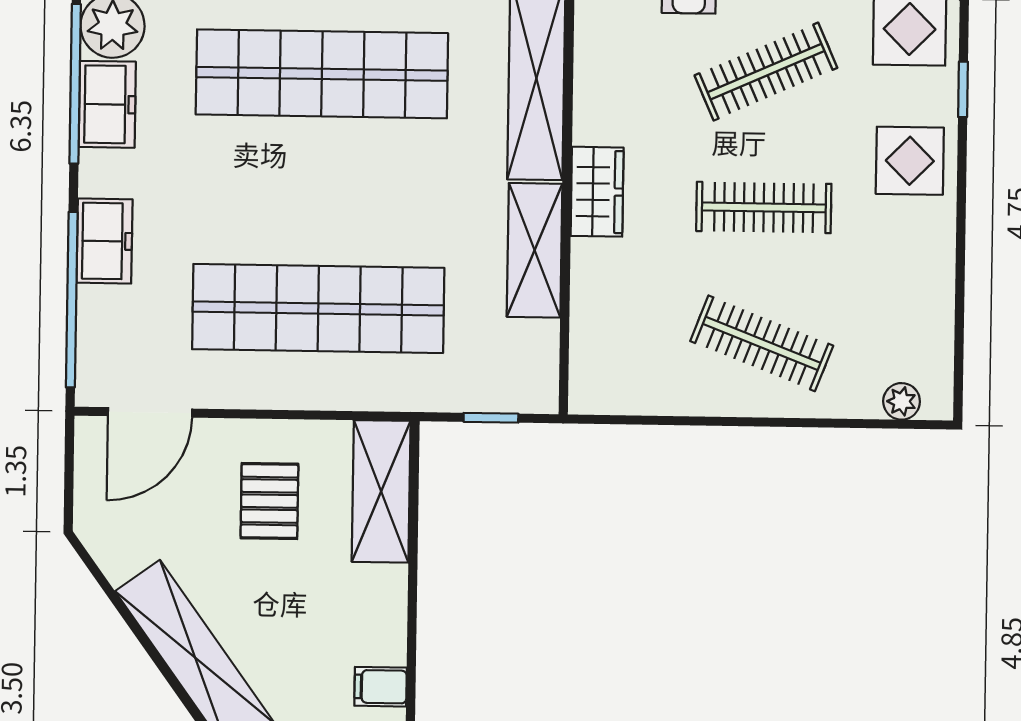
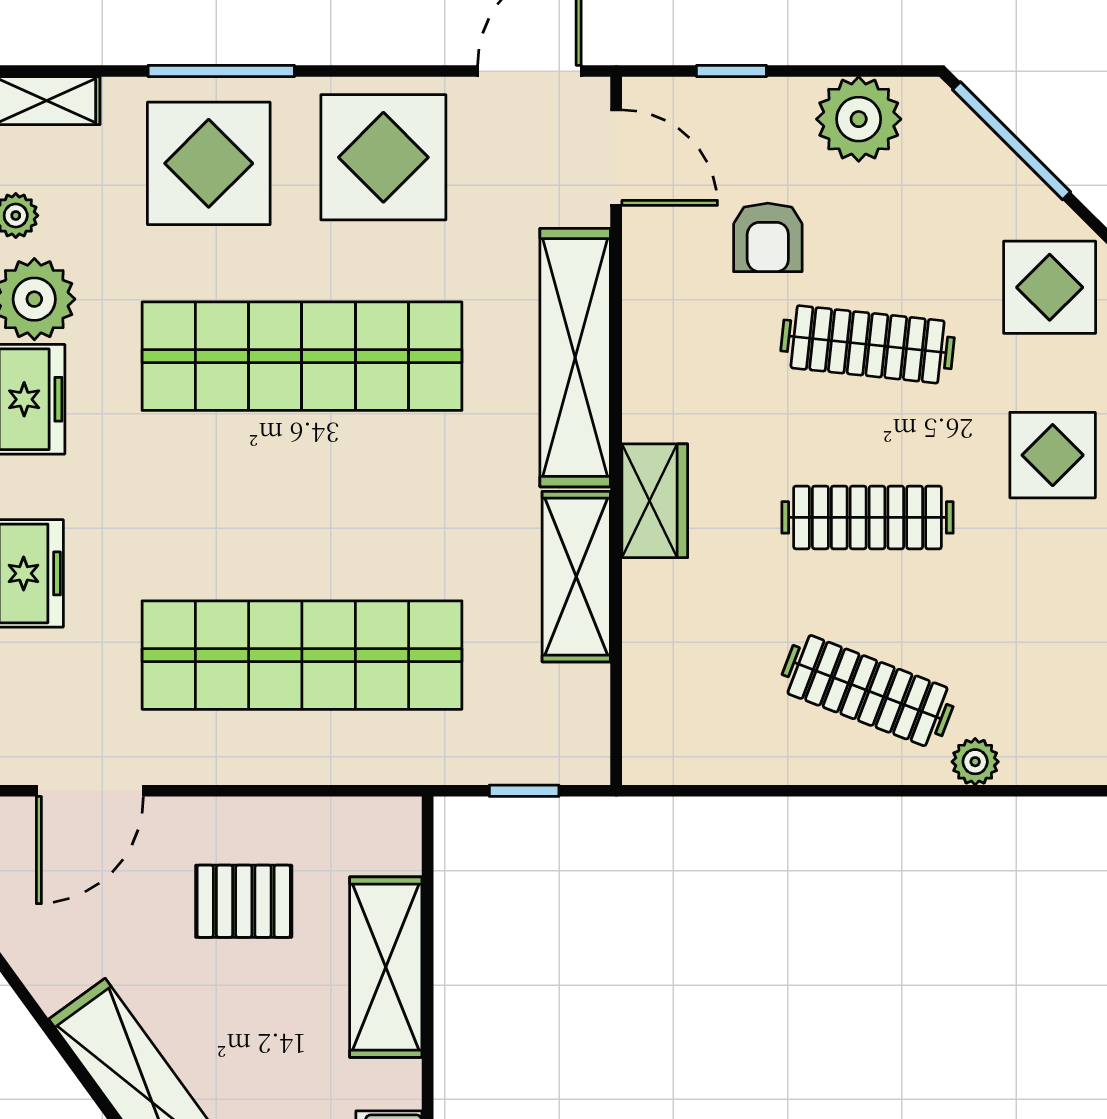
clothes rail: (766, 72) -> (868, 344), turned 30
plant: (902, 401) -> (975, 762), moved
shelving: (381, 491) -> (386, 967), moved
pallet: (269, 501) -> (244, 901), turned 90

